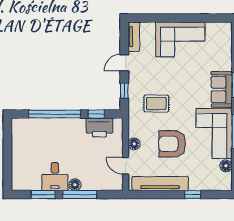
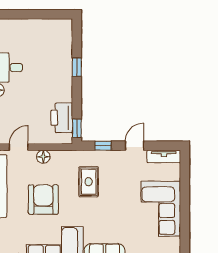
door: (124, 63) -> (135, 146), hinge flipped
window: (55, 114) -> (77, 67), width x0.32
window: (96, 114) -> (77, 128), moved

